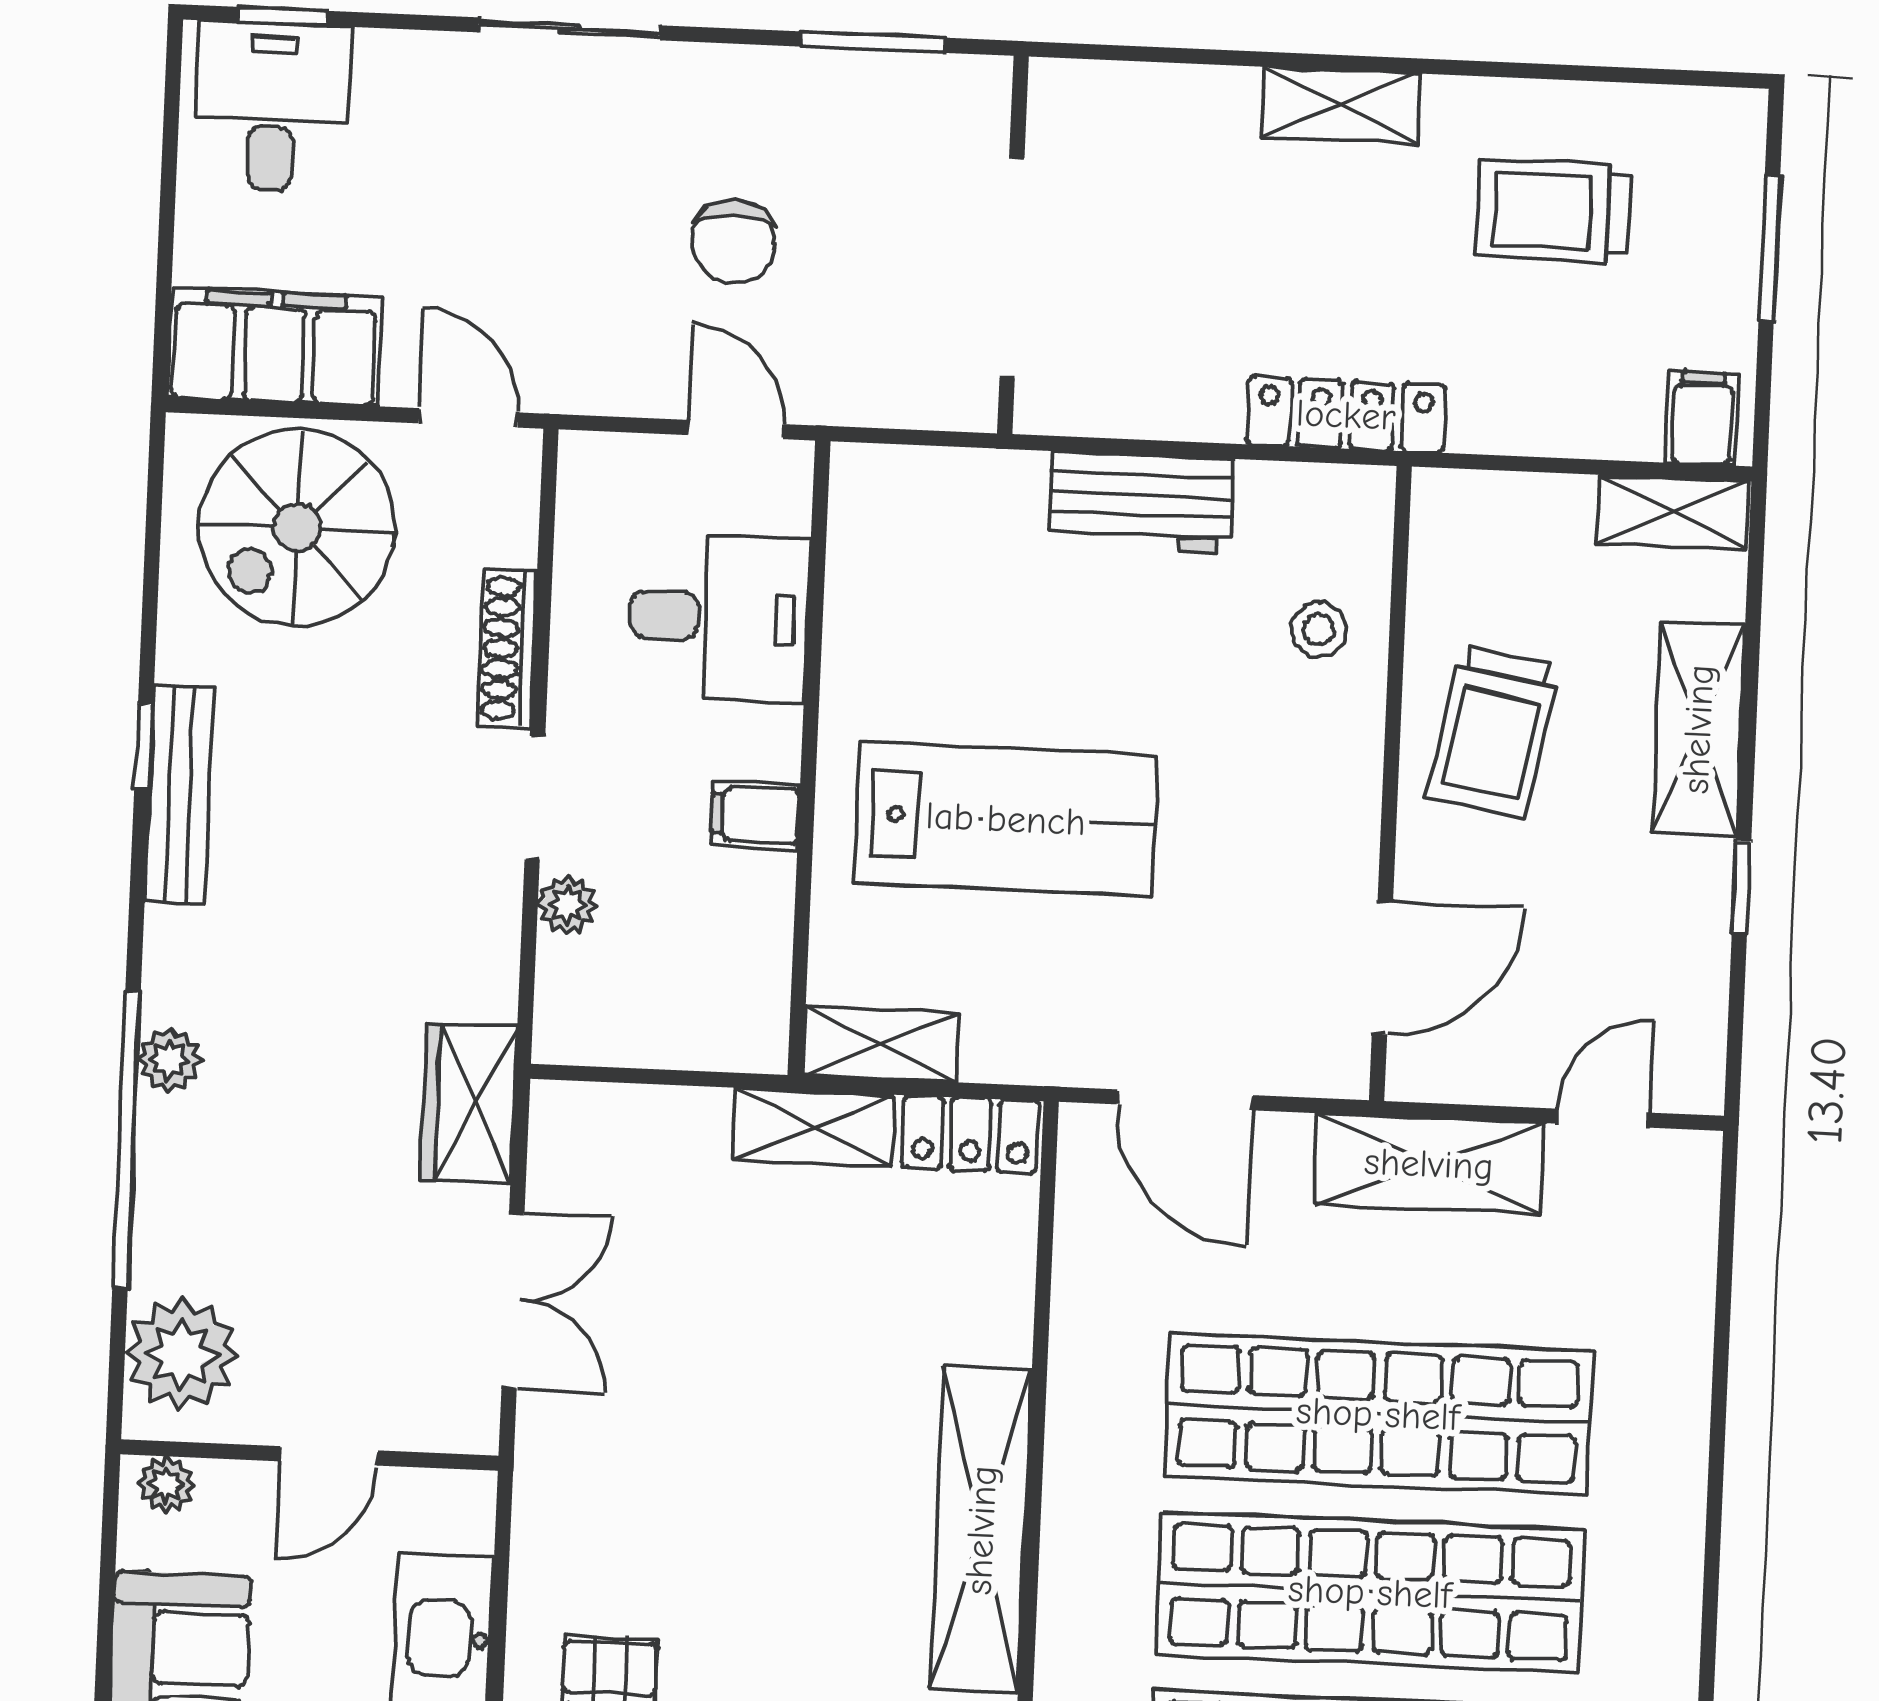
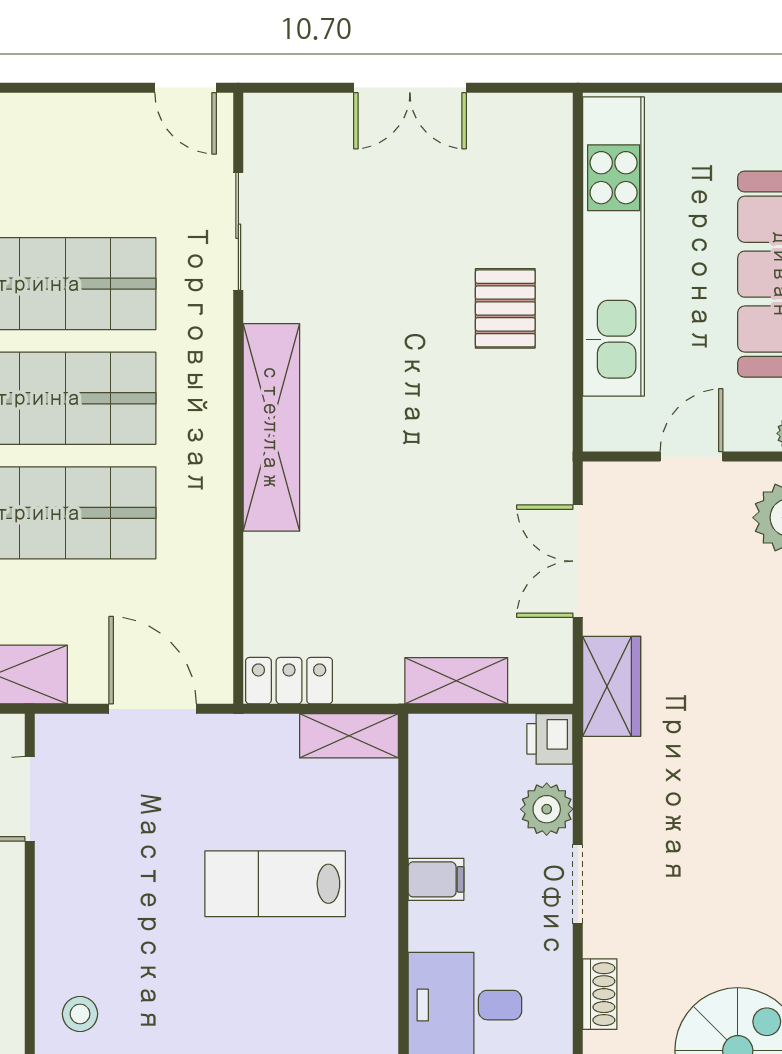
shoe rack: (507, 649) -> (600, 994), width x0.70
lab bench: (1006, 819) -> (275, 884), width x0.73, depth x0.72
plant: (568, 905) -> (547, 809), width x1.38, depth x1.38
printer: (568, 1026) -> (550, 739), added
shelving: (813, 1127) -> (456, 681), moved

